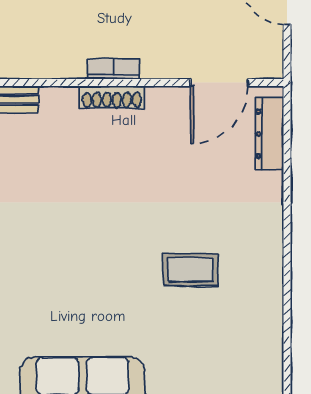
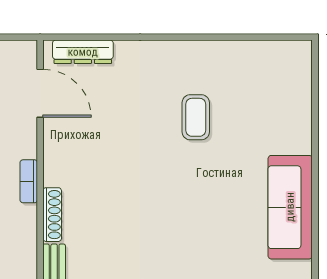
shoe rack: (112, 97) -> (52, 215), moved

